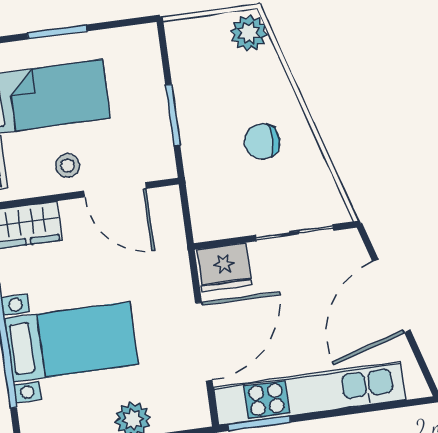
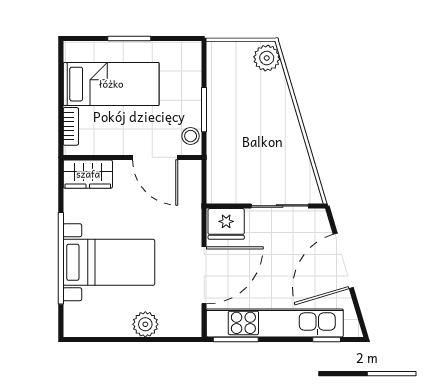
chair: (262, 141) -> (266, 137), removed
stool: (68, 166) -> (191, 136), moved
window: (383, 406) -> (327, 339), added

